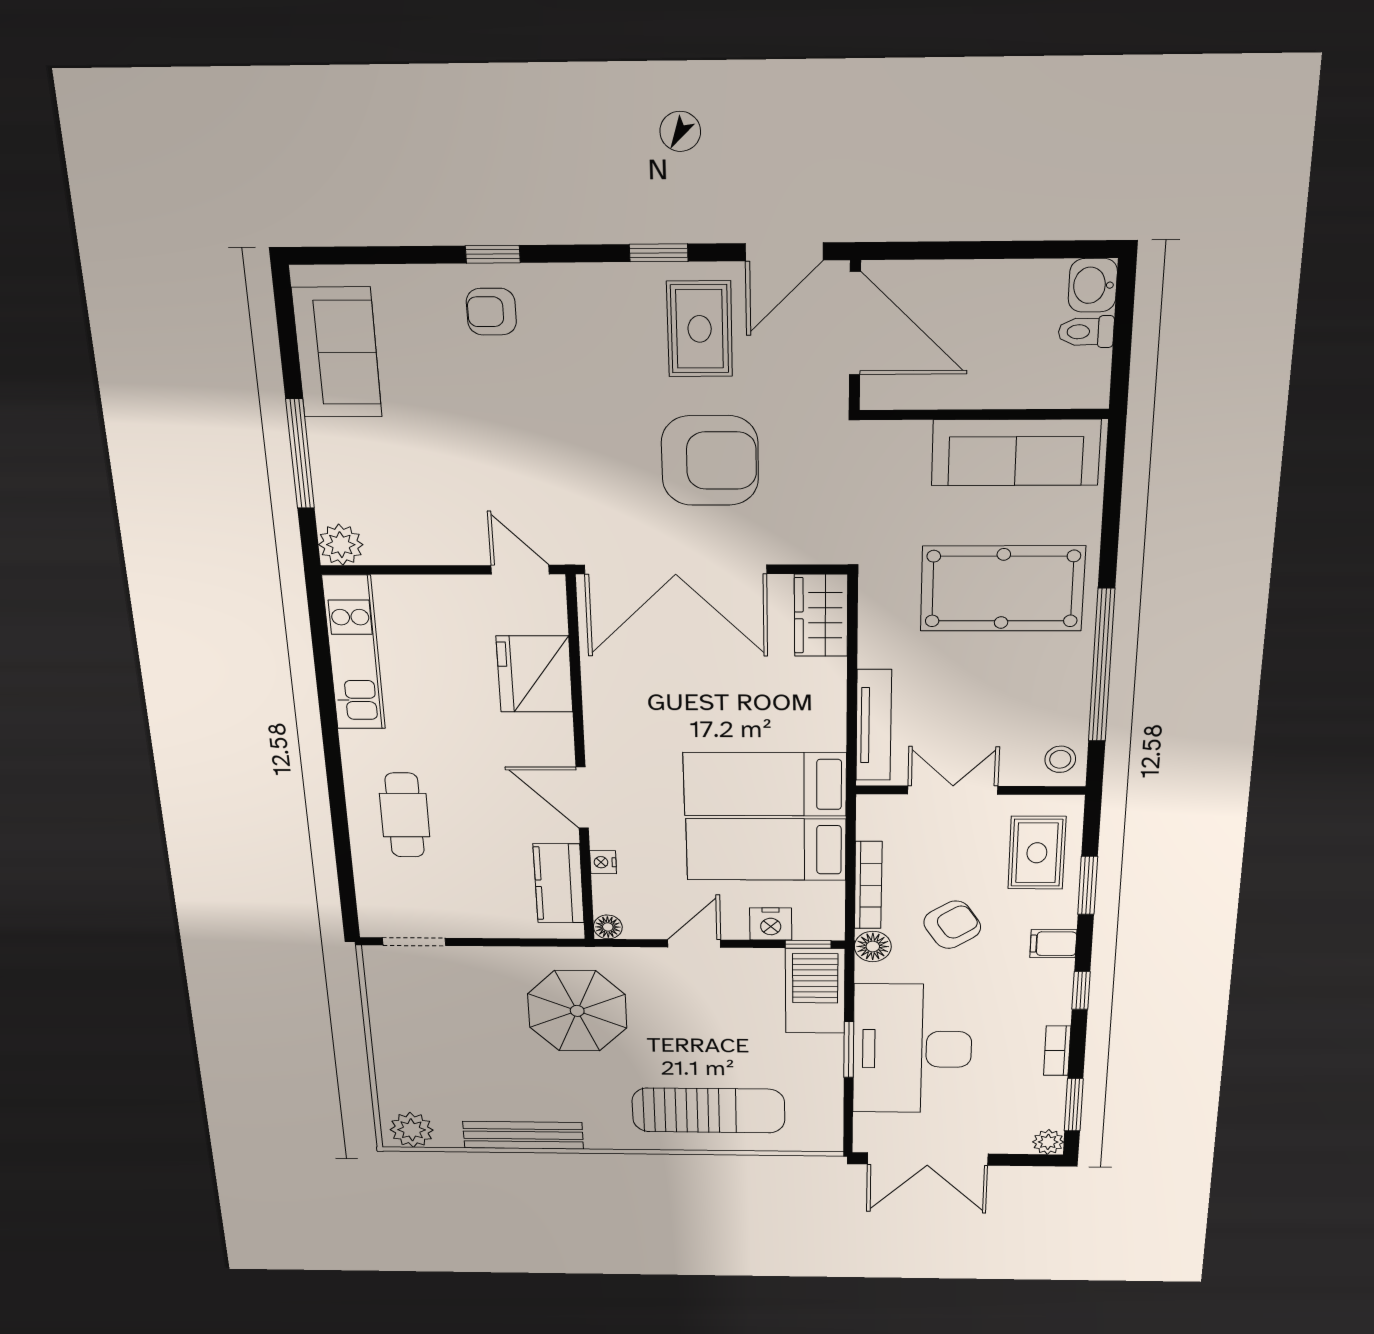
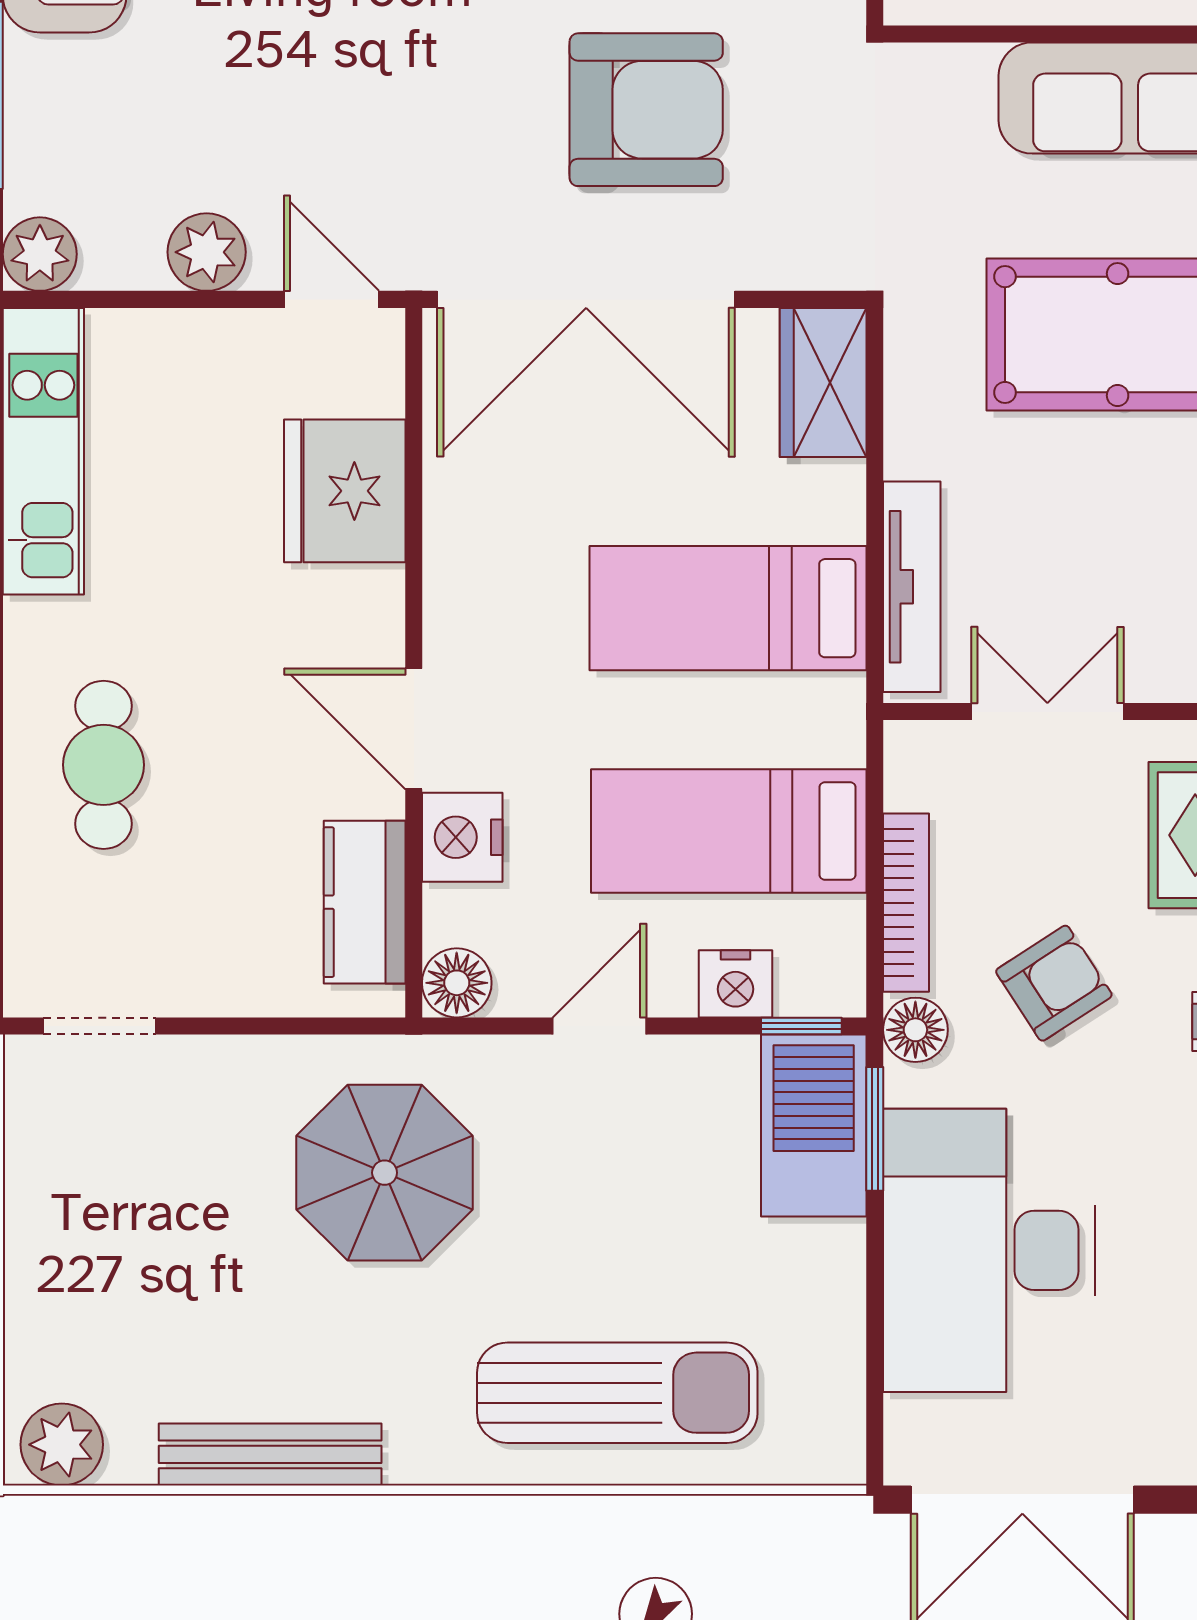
plant: (442, 543) -> (207, 252), added
bed: (765, 784) -> (728, 608), moved
nightstand: (603, 862) -> (462, 837), width x1.89, depth x1.79
floor lamp: (608, 927) -> (457, 983), width x1.37, depth x1.37
window: (849, 1050) -> (875, 1129), moved

